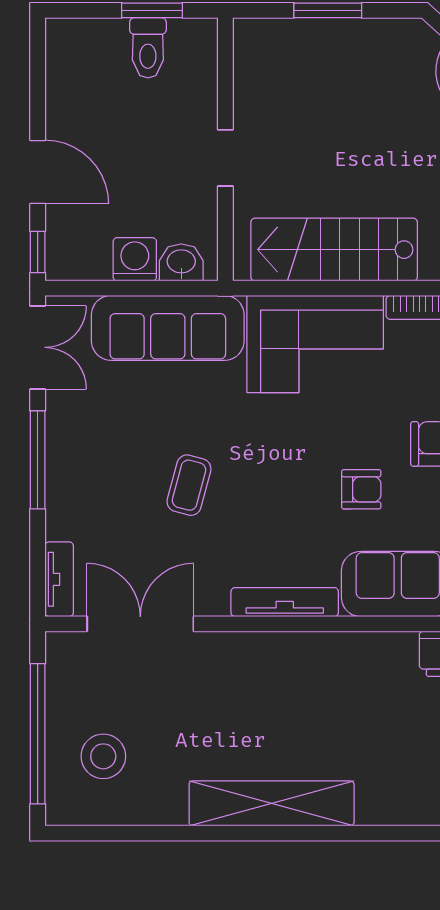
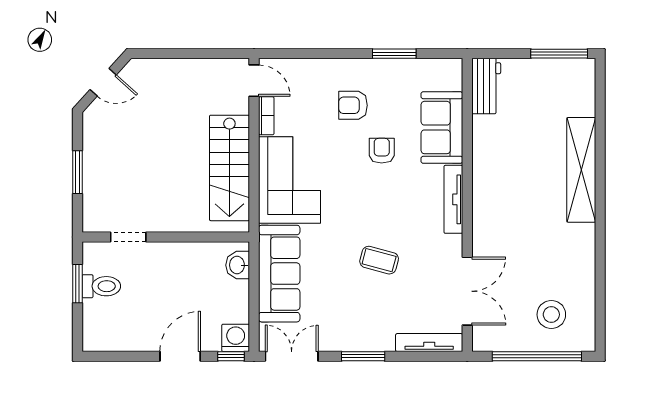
doorway: (225, 158) -> (128, 237), moved
washing machine: (135, 259) -> (236, 338), moved, turned 90
window: (38, 460) -> (363, 356), width x0.69
tv unit: (59, 579) -> (429, 343), width x1.41
double door: (140, 624) -> (467, 291), swing flipped
shelving: (272, 803) -> (581, 170), moved

